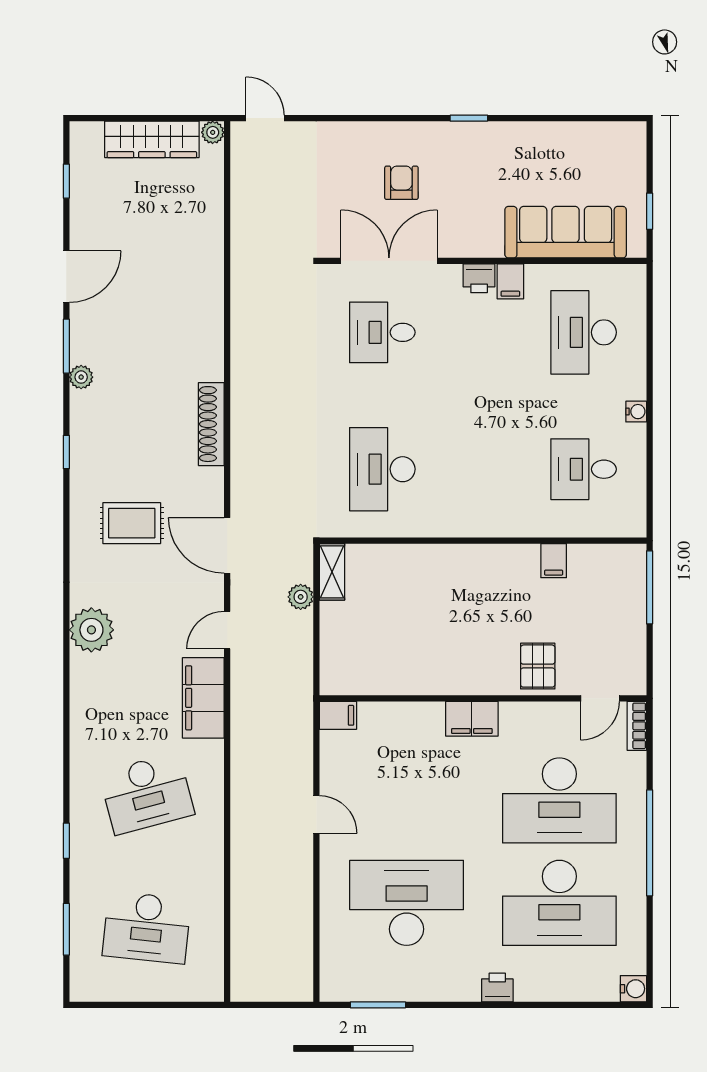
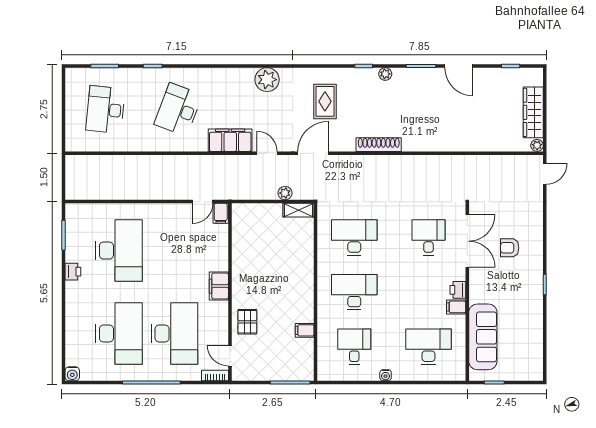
armchair: (401, 183) -> (510, 248), turned 180
plant: (81, 377) -> (385, 74), moved
desk: (483, 469) -> (354, 292), added
pallet: (538, 666) -> (247, 322), turned 90
desk: (147, 794) -> (178, 110), turned 36
desk: (559, 800) -> (175, 333), turned 180
door: (316, 815) -> (203, 202), moved
desk: (559, 903) -> (119, 333), turned 180
printer: (497, 988) -> (73, 272), moved

